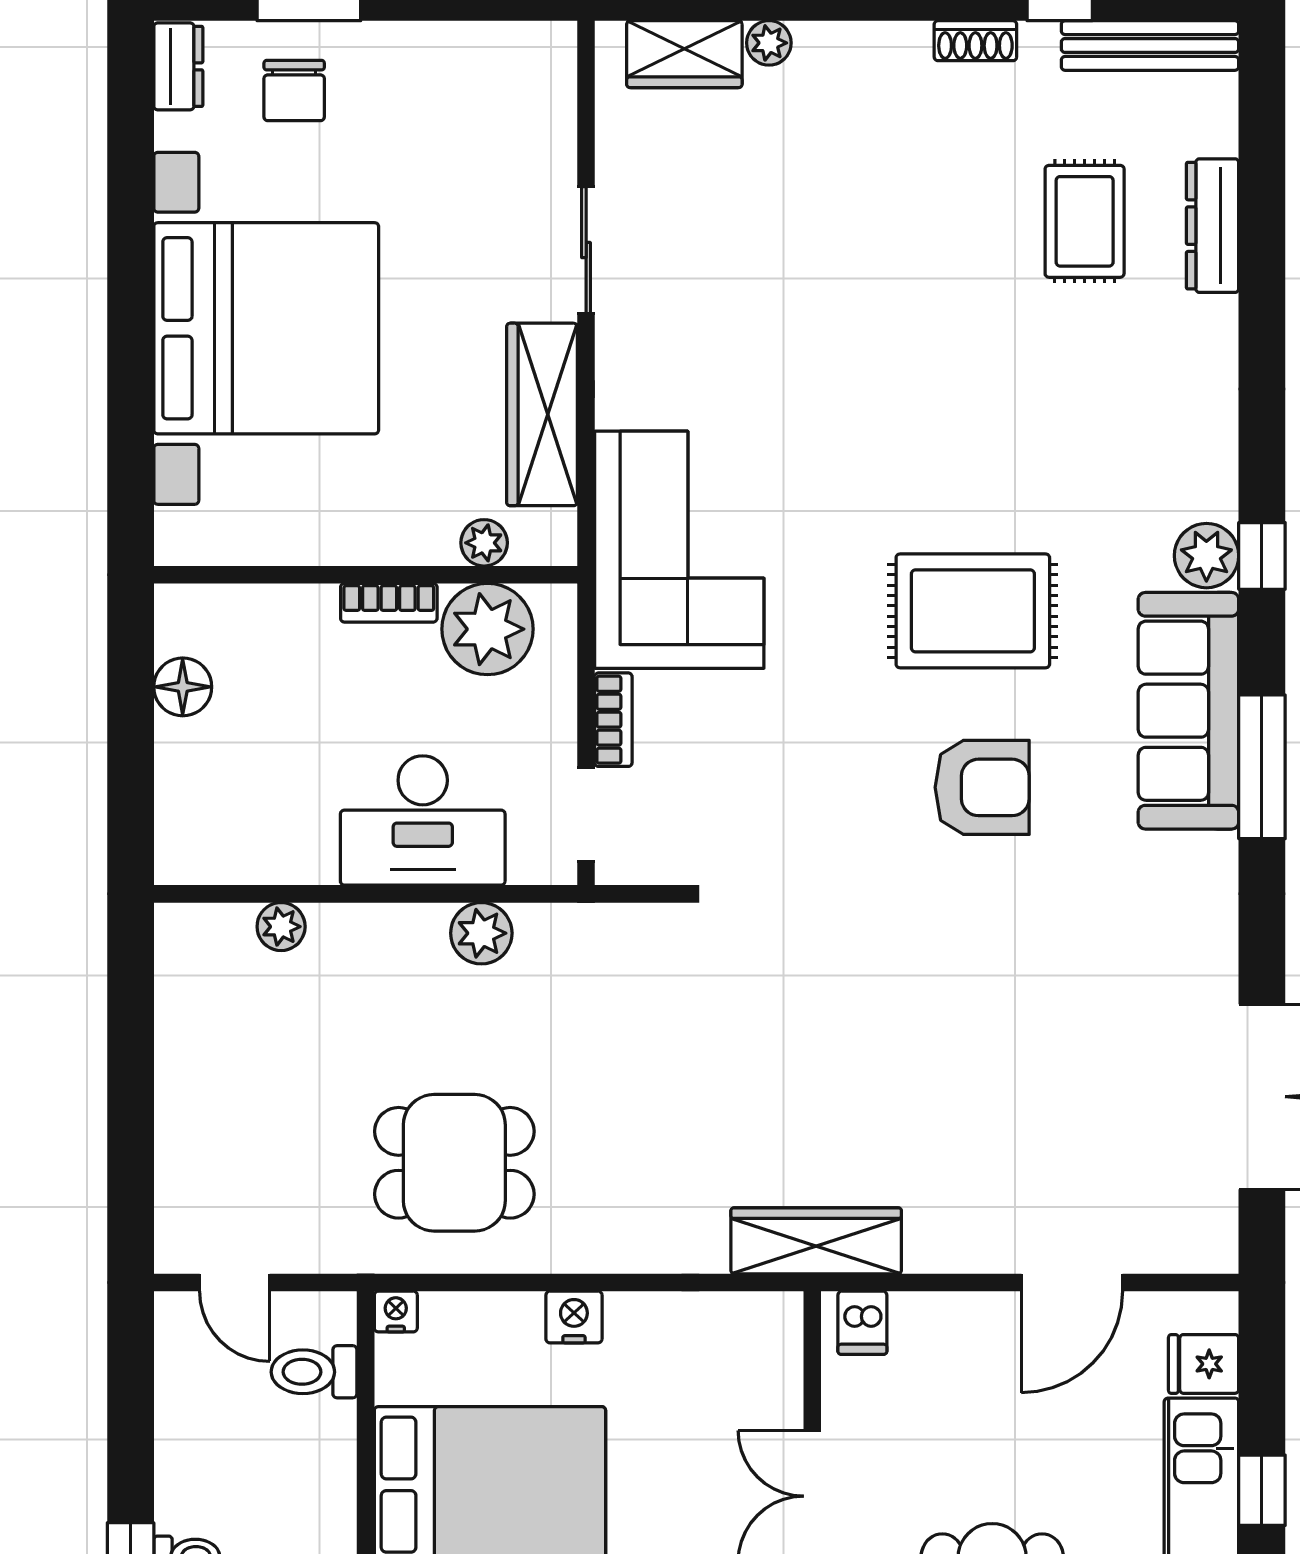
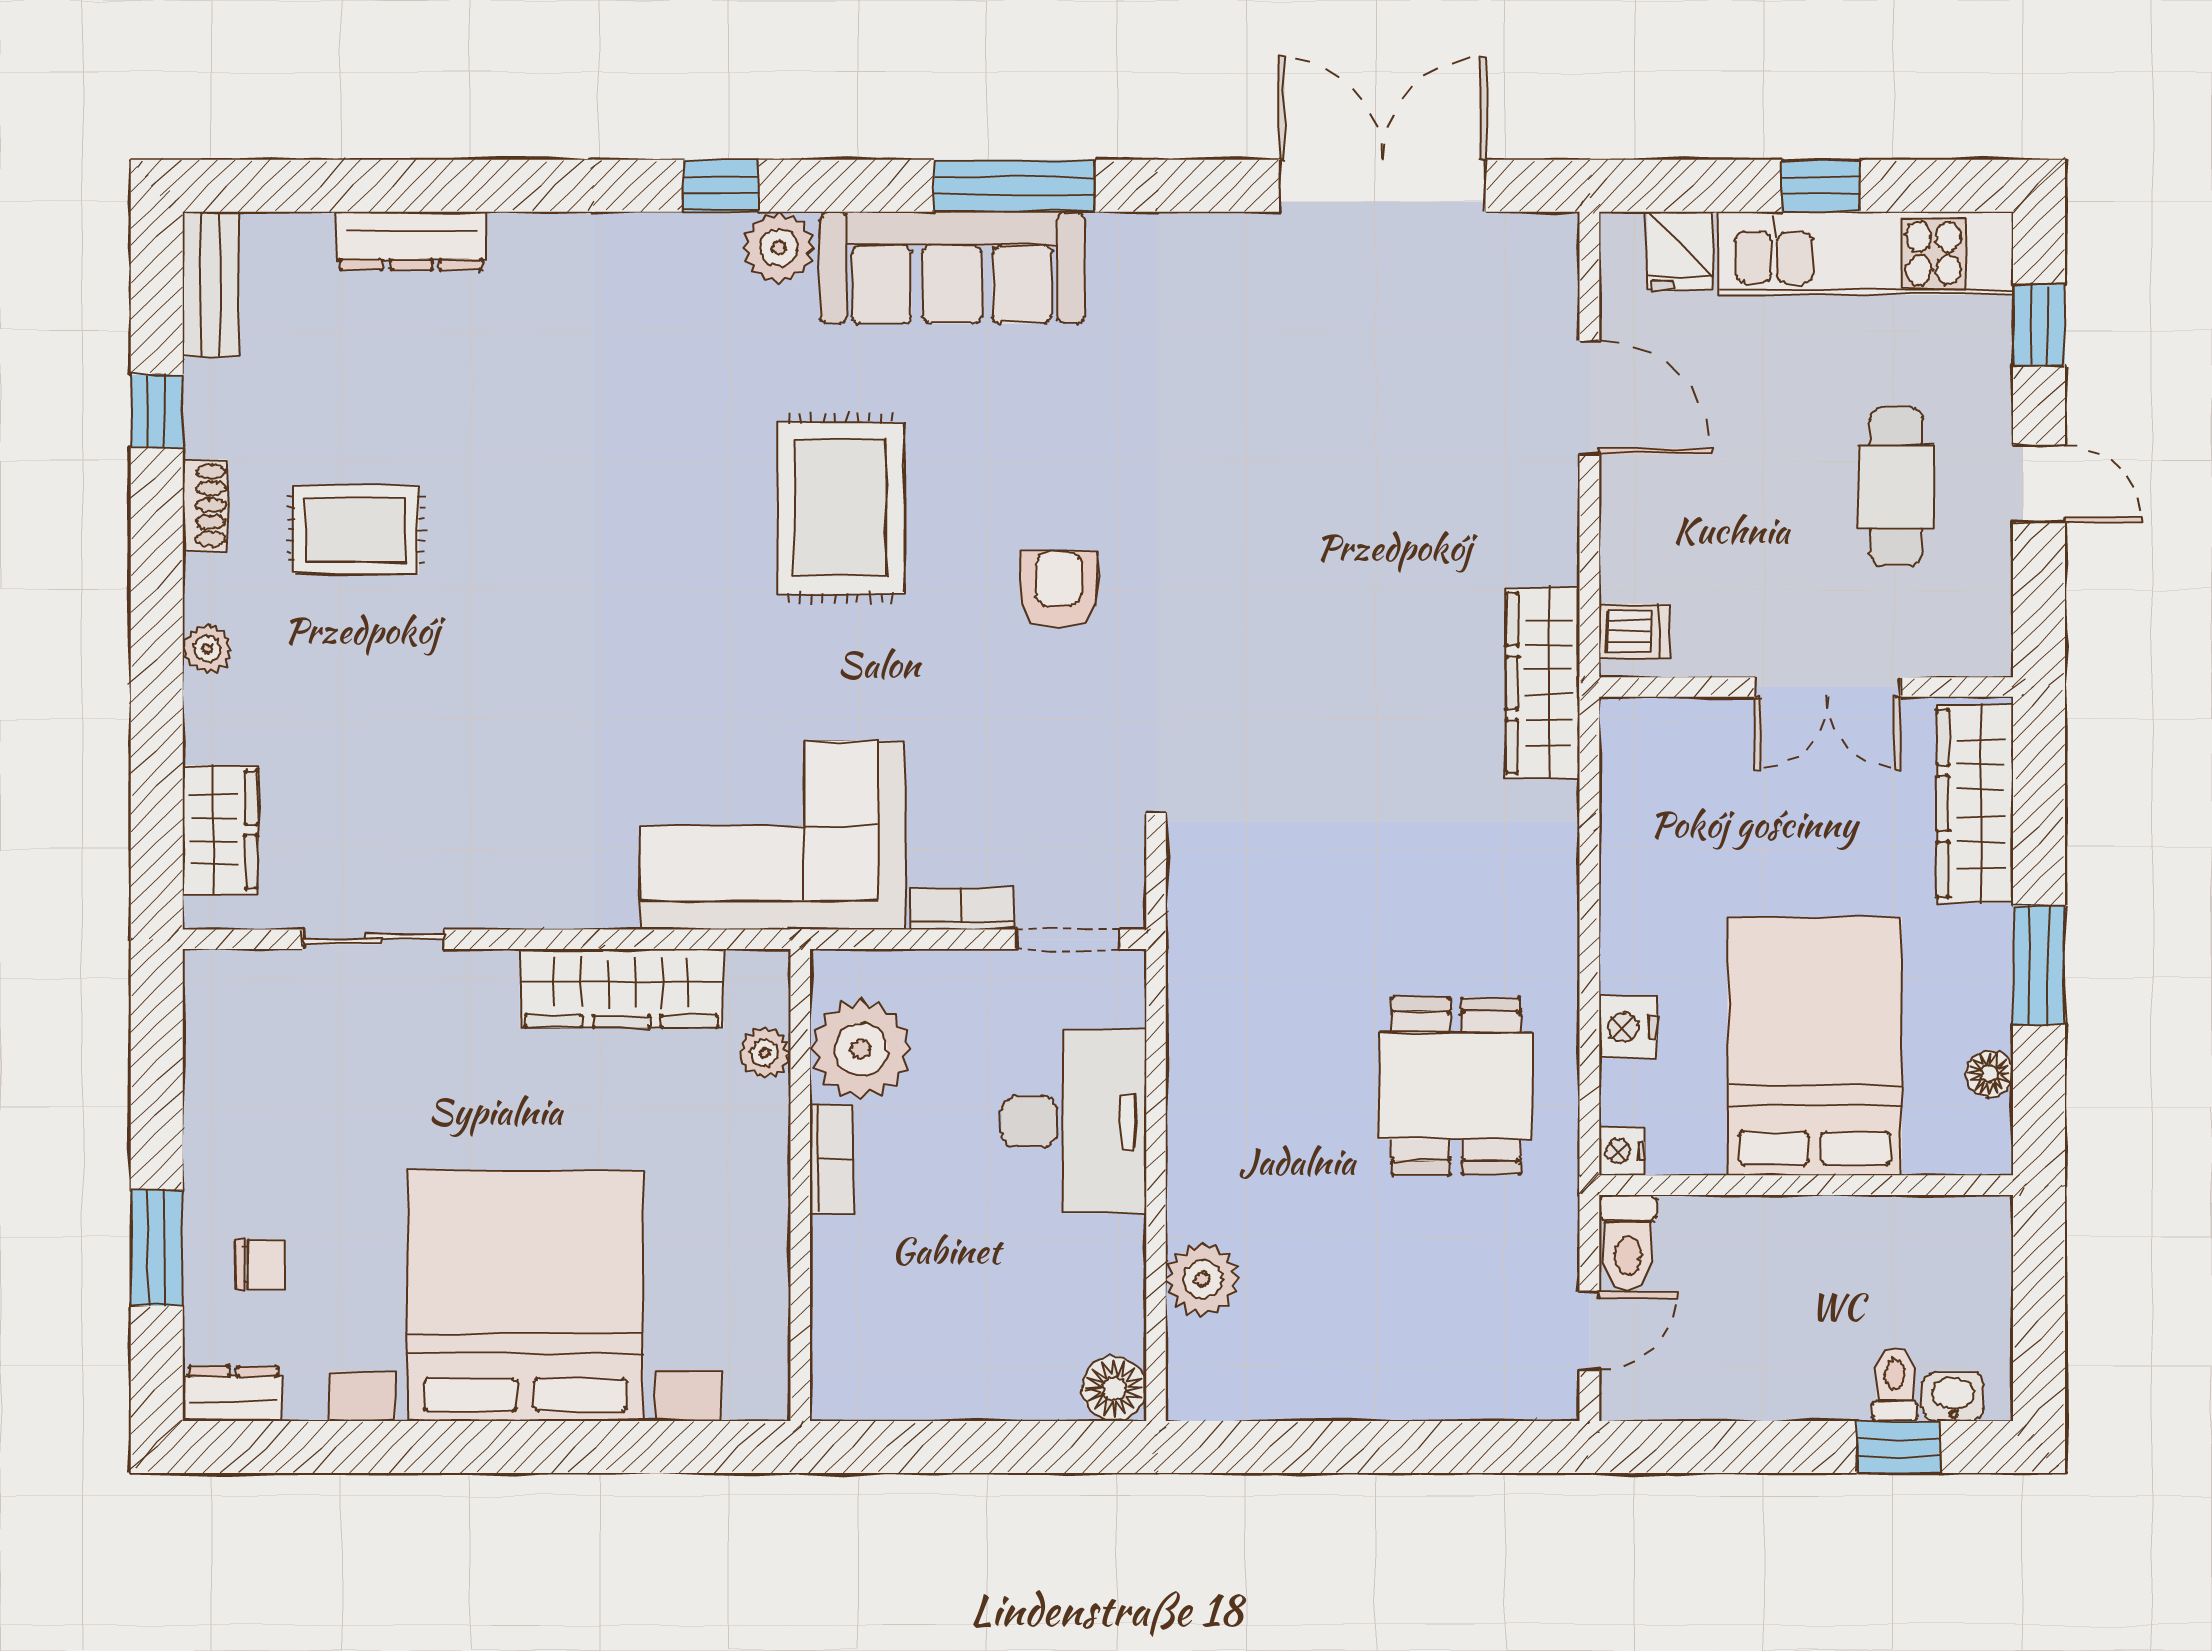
plant: (769, 43) -> (207, 649), moved
bench: (1150, 45) -> (210, 284), width x0.73
chair: (294, 91) -> (260, 1265), width x0.73, depth x0.73
rug: (1085, 221) -> (356, 530), moved
sliding door: (586, 250) -> (374, 939), moved
window: (1262, 556) -> (721, 186), moved
floor lamp: (183, 687) -> (1114, 1389), moved
armchair: (982, 787) -> (1059, 589), moved, width x0.72, depth x0.72
plant: (281, 927) -> (1203, 1279), width x1.38, depth x1.38
plant: (481, 933) -> (1200, 1056), removed
nightstand: (574, 1317) -> (1628, 1027), moved
toilet: (314, 1372) -> (1628, 1243), moved

